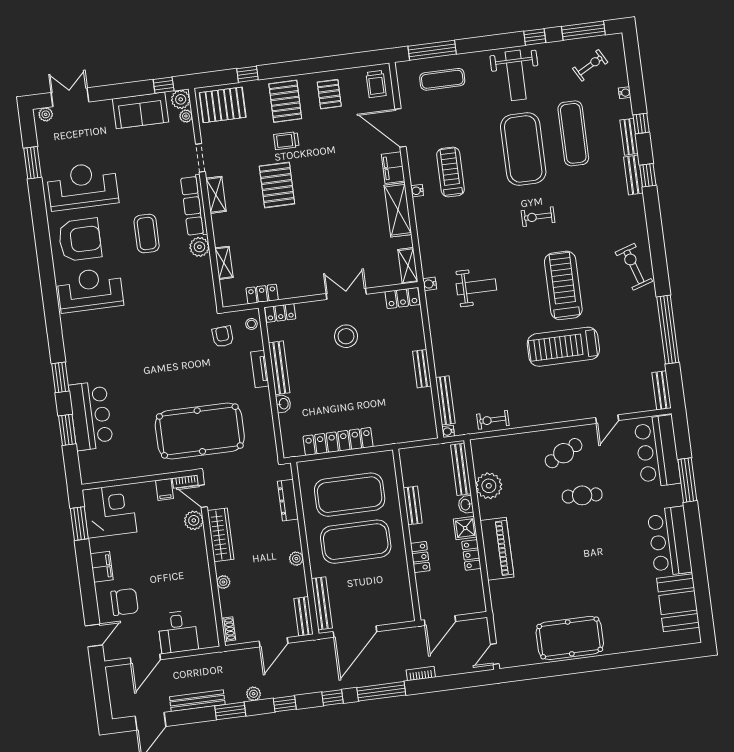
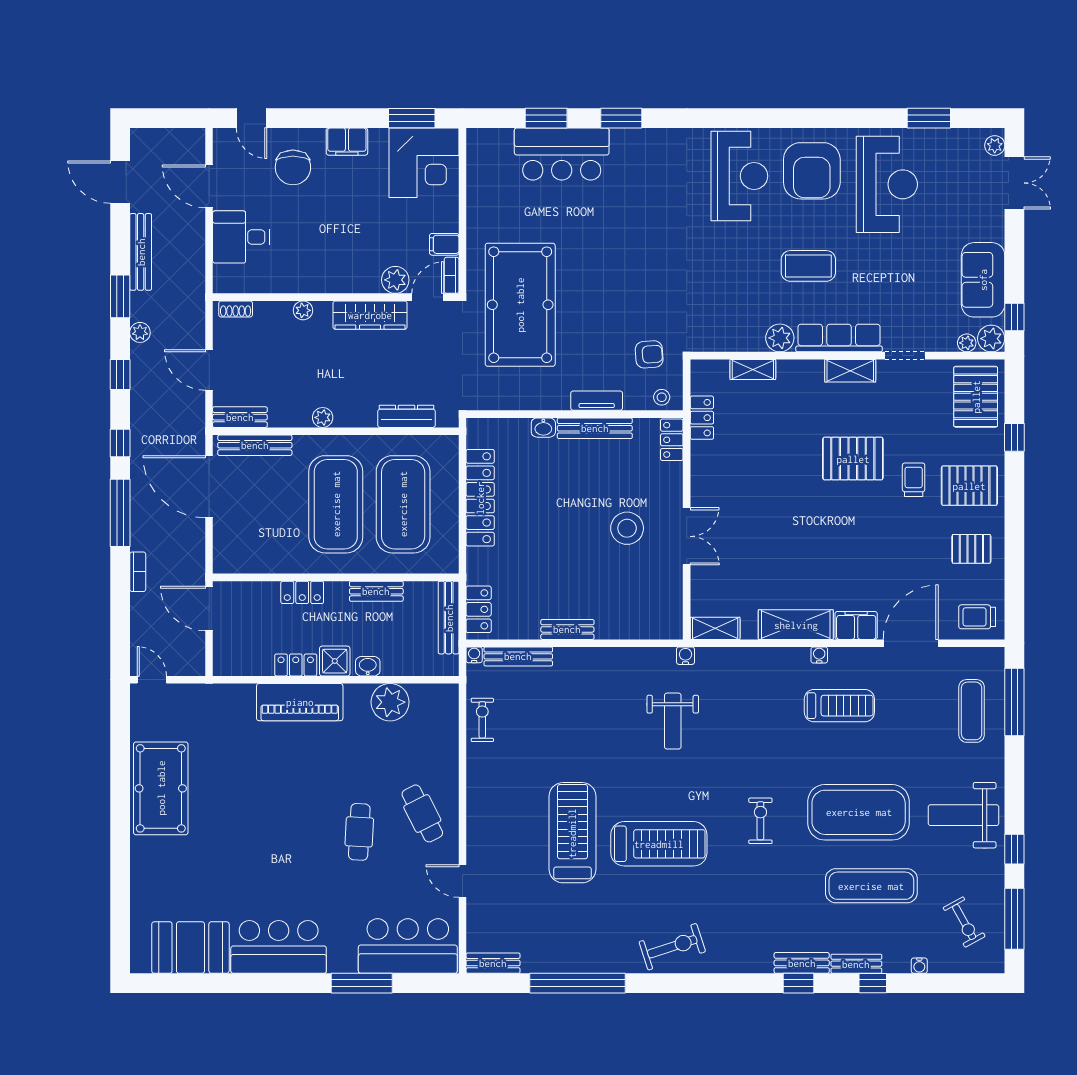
locker: (402, 298) -> (479, 609), moved, turned 180
bench: (461, 469) -> (449, 618), moved, turned 90

